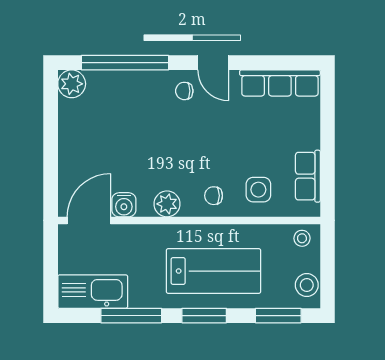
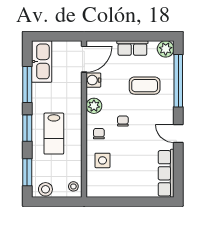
door: (213, 63) -> (178, 133), hinge flipped
chair: (184, 91) -> (123, 121), moved
coffee table: (133, 119) -> (145, 86), added
row of seats: (308, 176) -> (132, 48), moved, turned 180
door: (89, 220) -> (84, 59), hinge flipped
lab bench: (214, 271) -> (54, 134), width x0.73, depth x0.72

